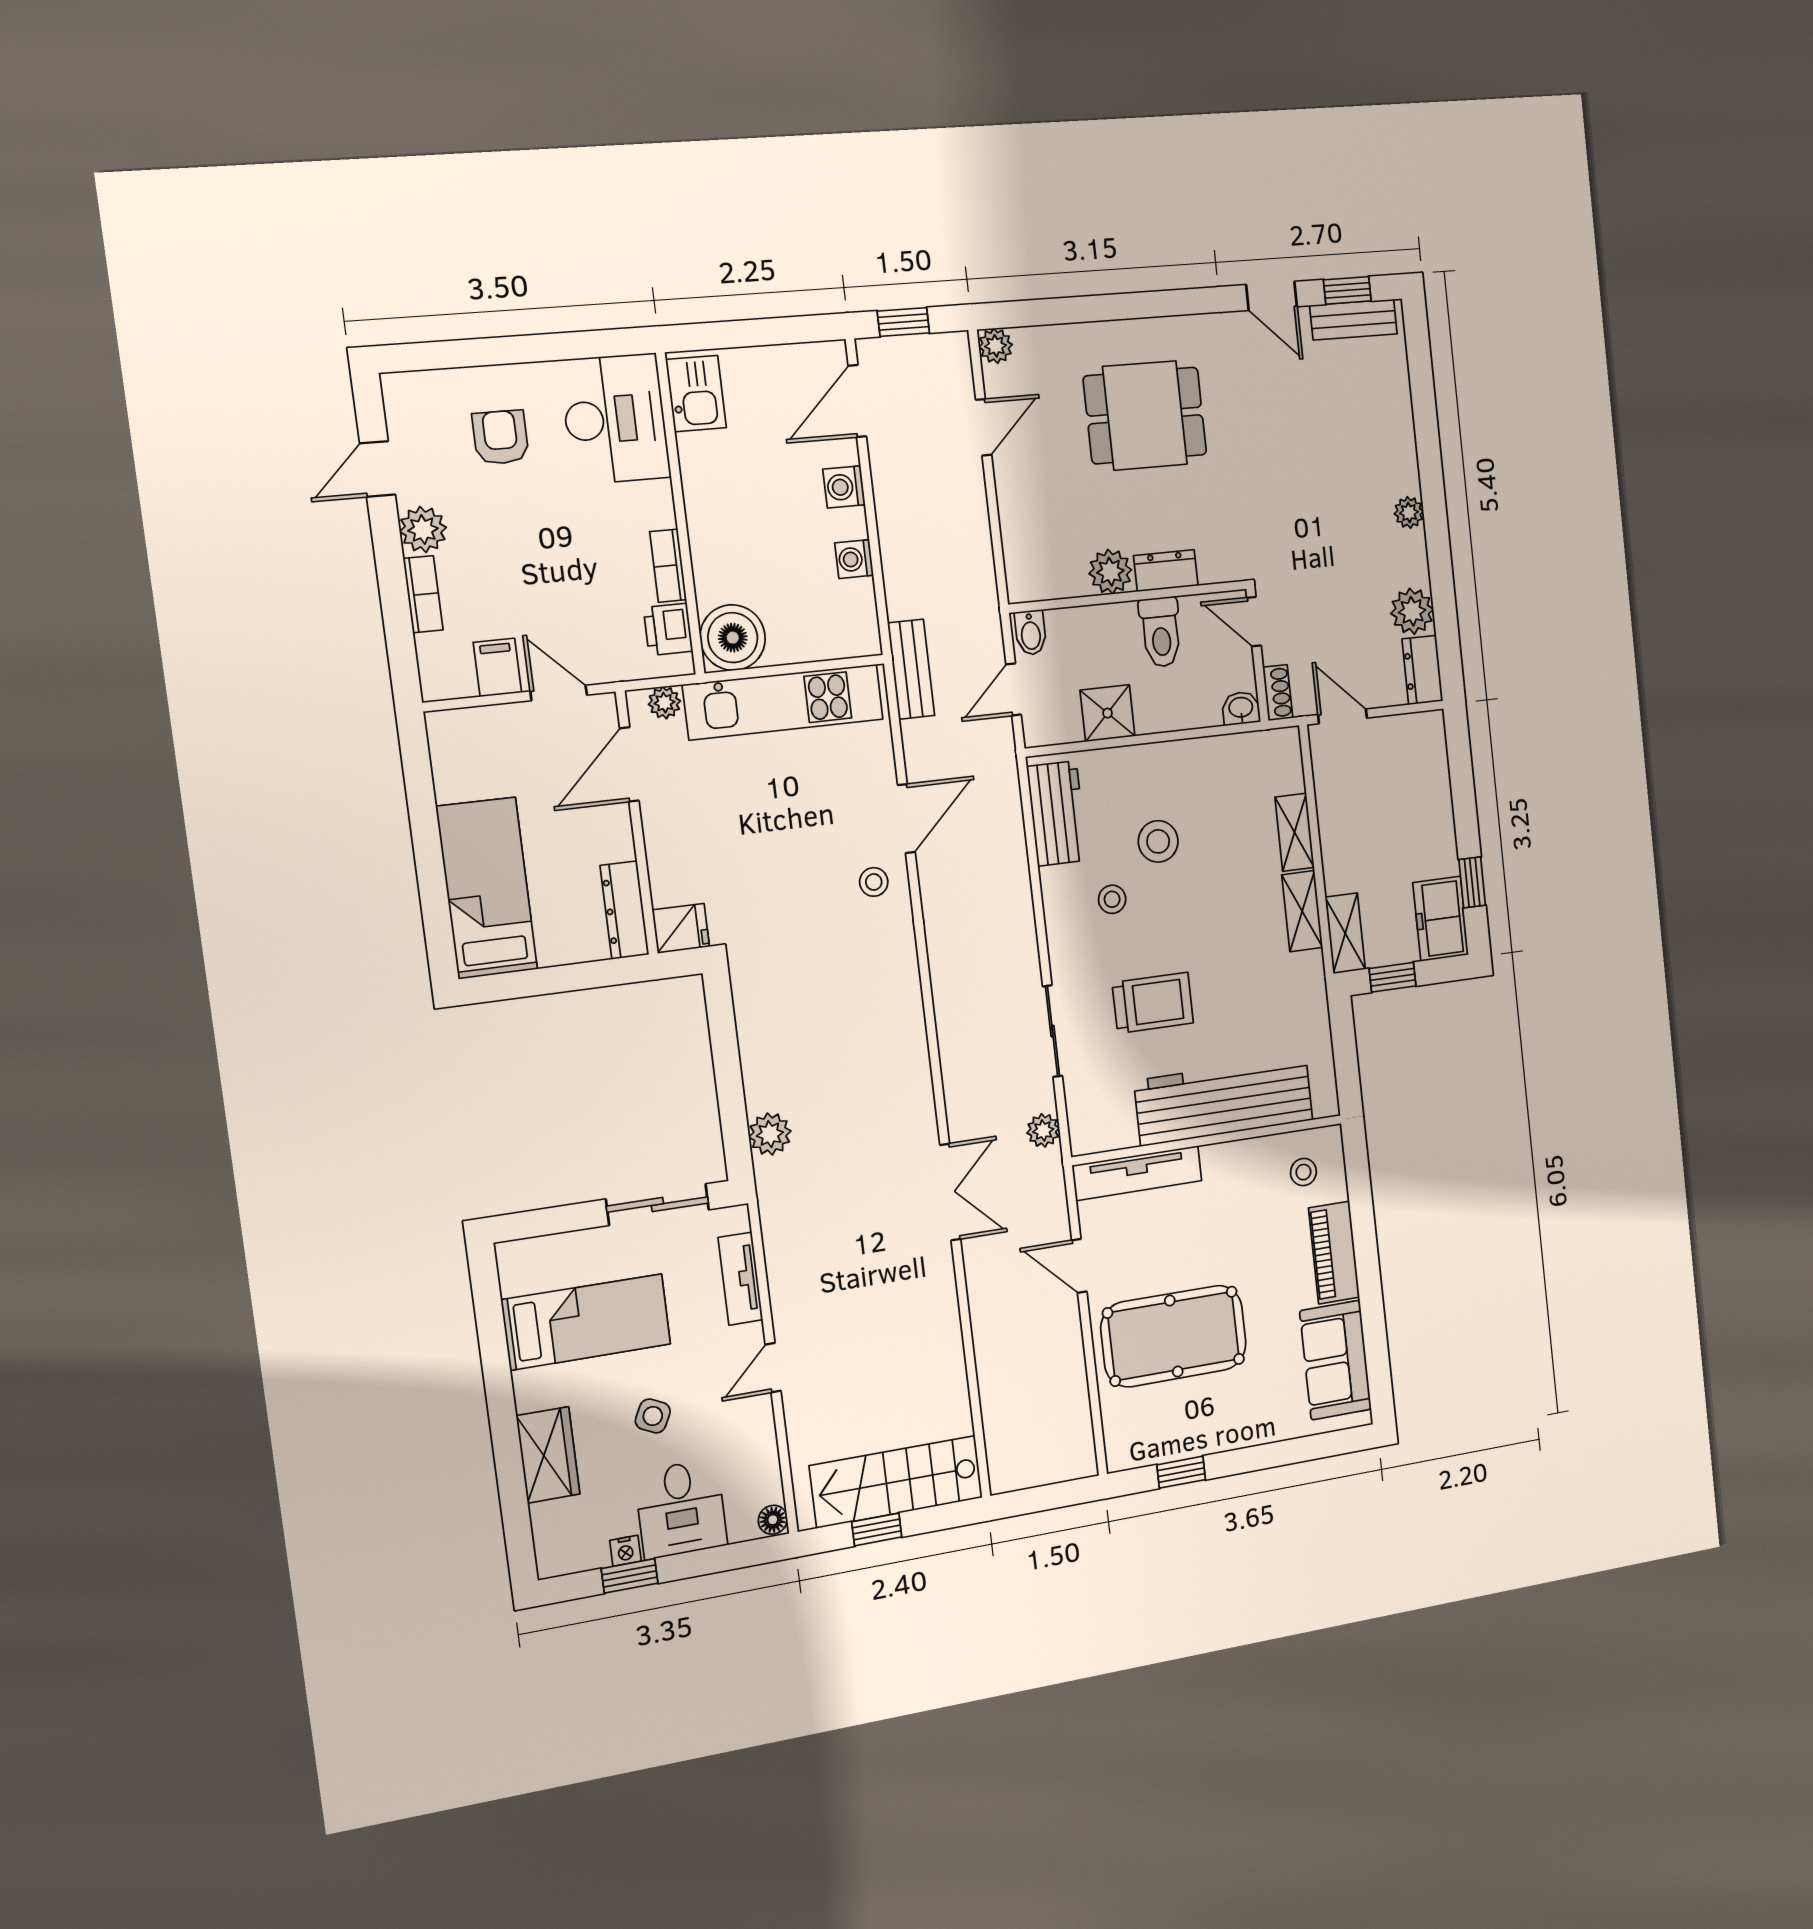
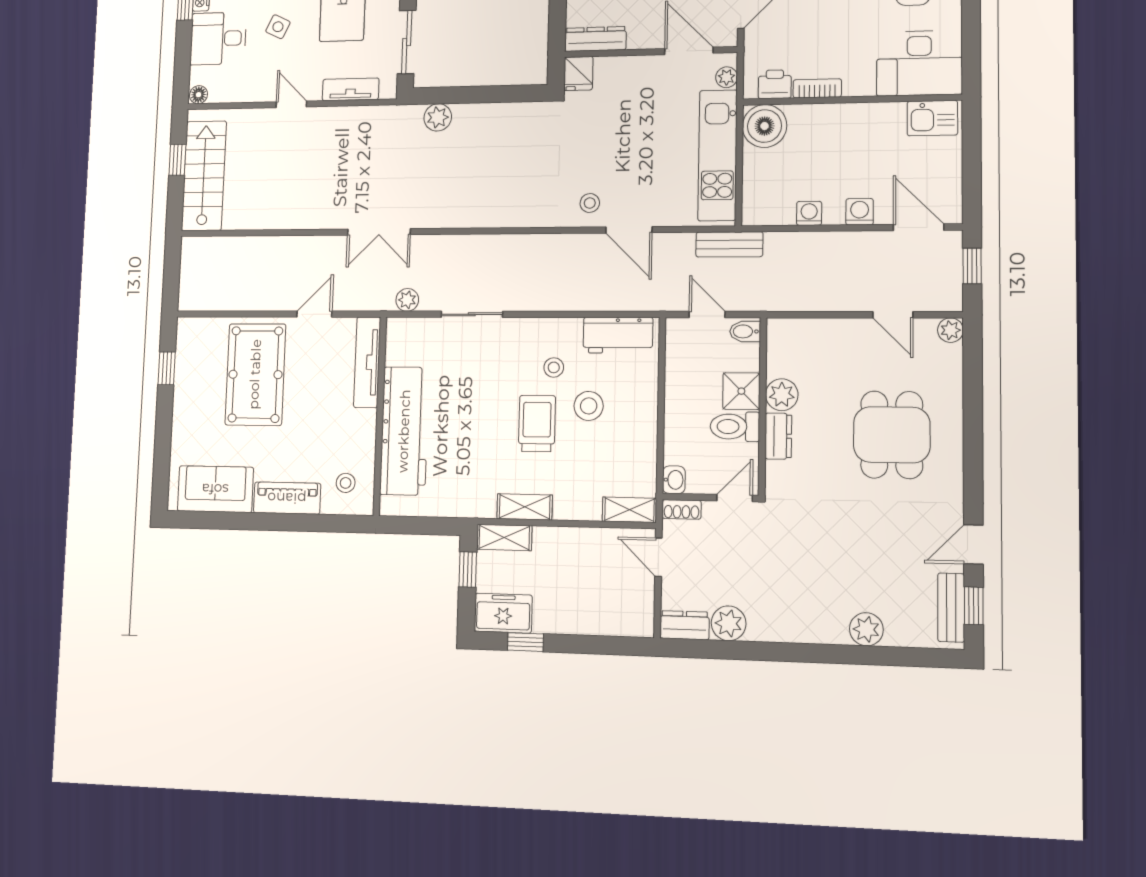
plant: (1409, 513) -> (866, 629), moved, width x1.38, depth x1.38
shower: (1107, 713) -> (741, 391), moved
door: (1343, 716) -> (658, 557), swing flipped
shelving: (1295, 832) -> (629, 510), moved
trolley: (1153, 1003) -> (537, 424), moved, turned 180

